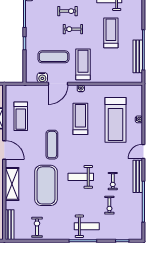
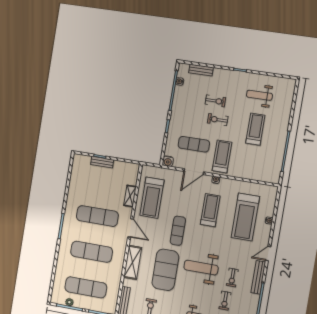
bench: (138, 56) -> (279, 157), removed
water cooler: (42, 78) -> (168, 161), moved
treadmill: (21, 116) -> (152, 198), width x1.37, depth x1.38
weight bench: (81, 177) -> (201, 268), width x1.36, depth x1.33

